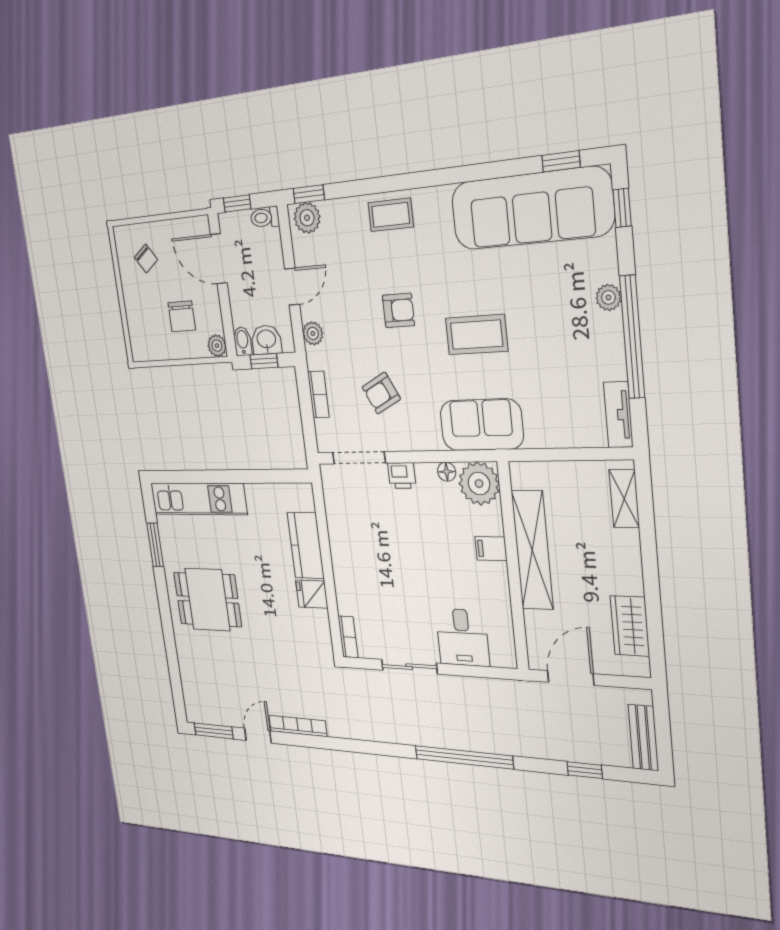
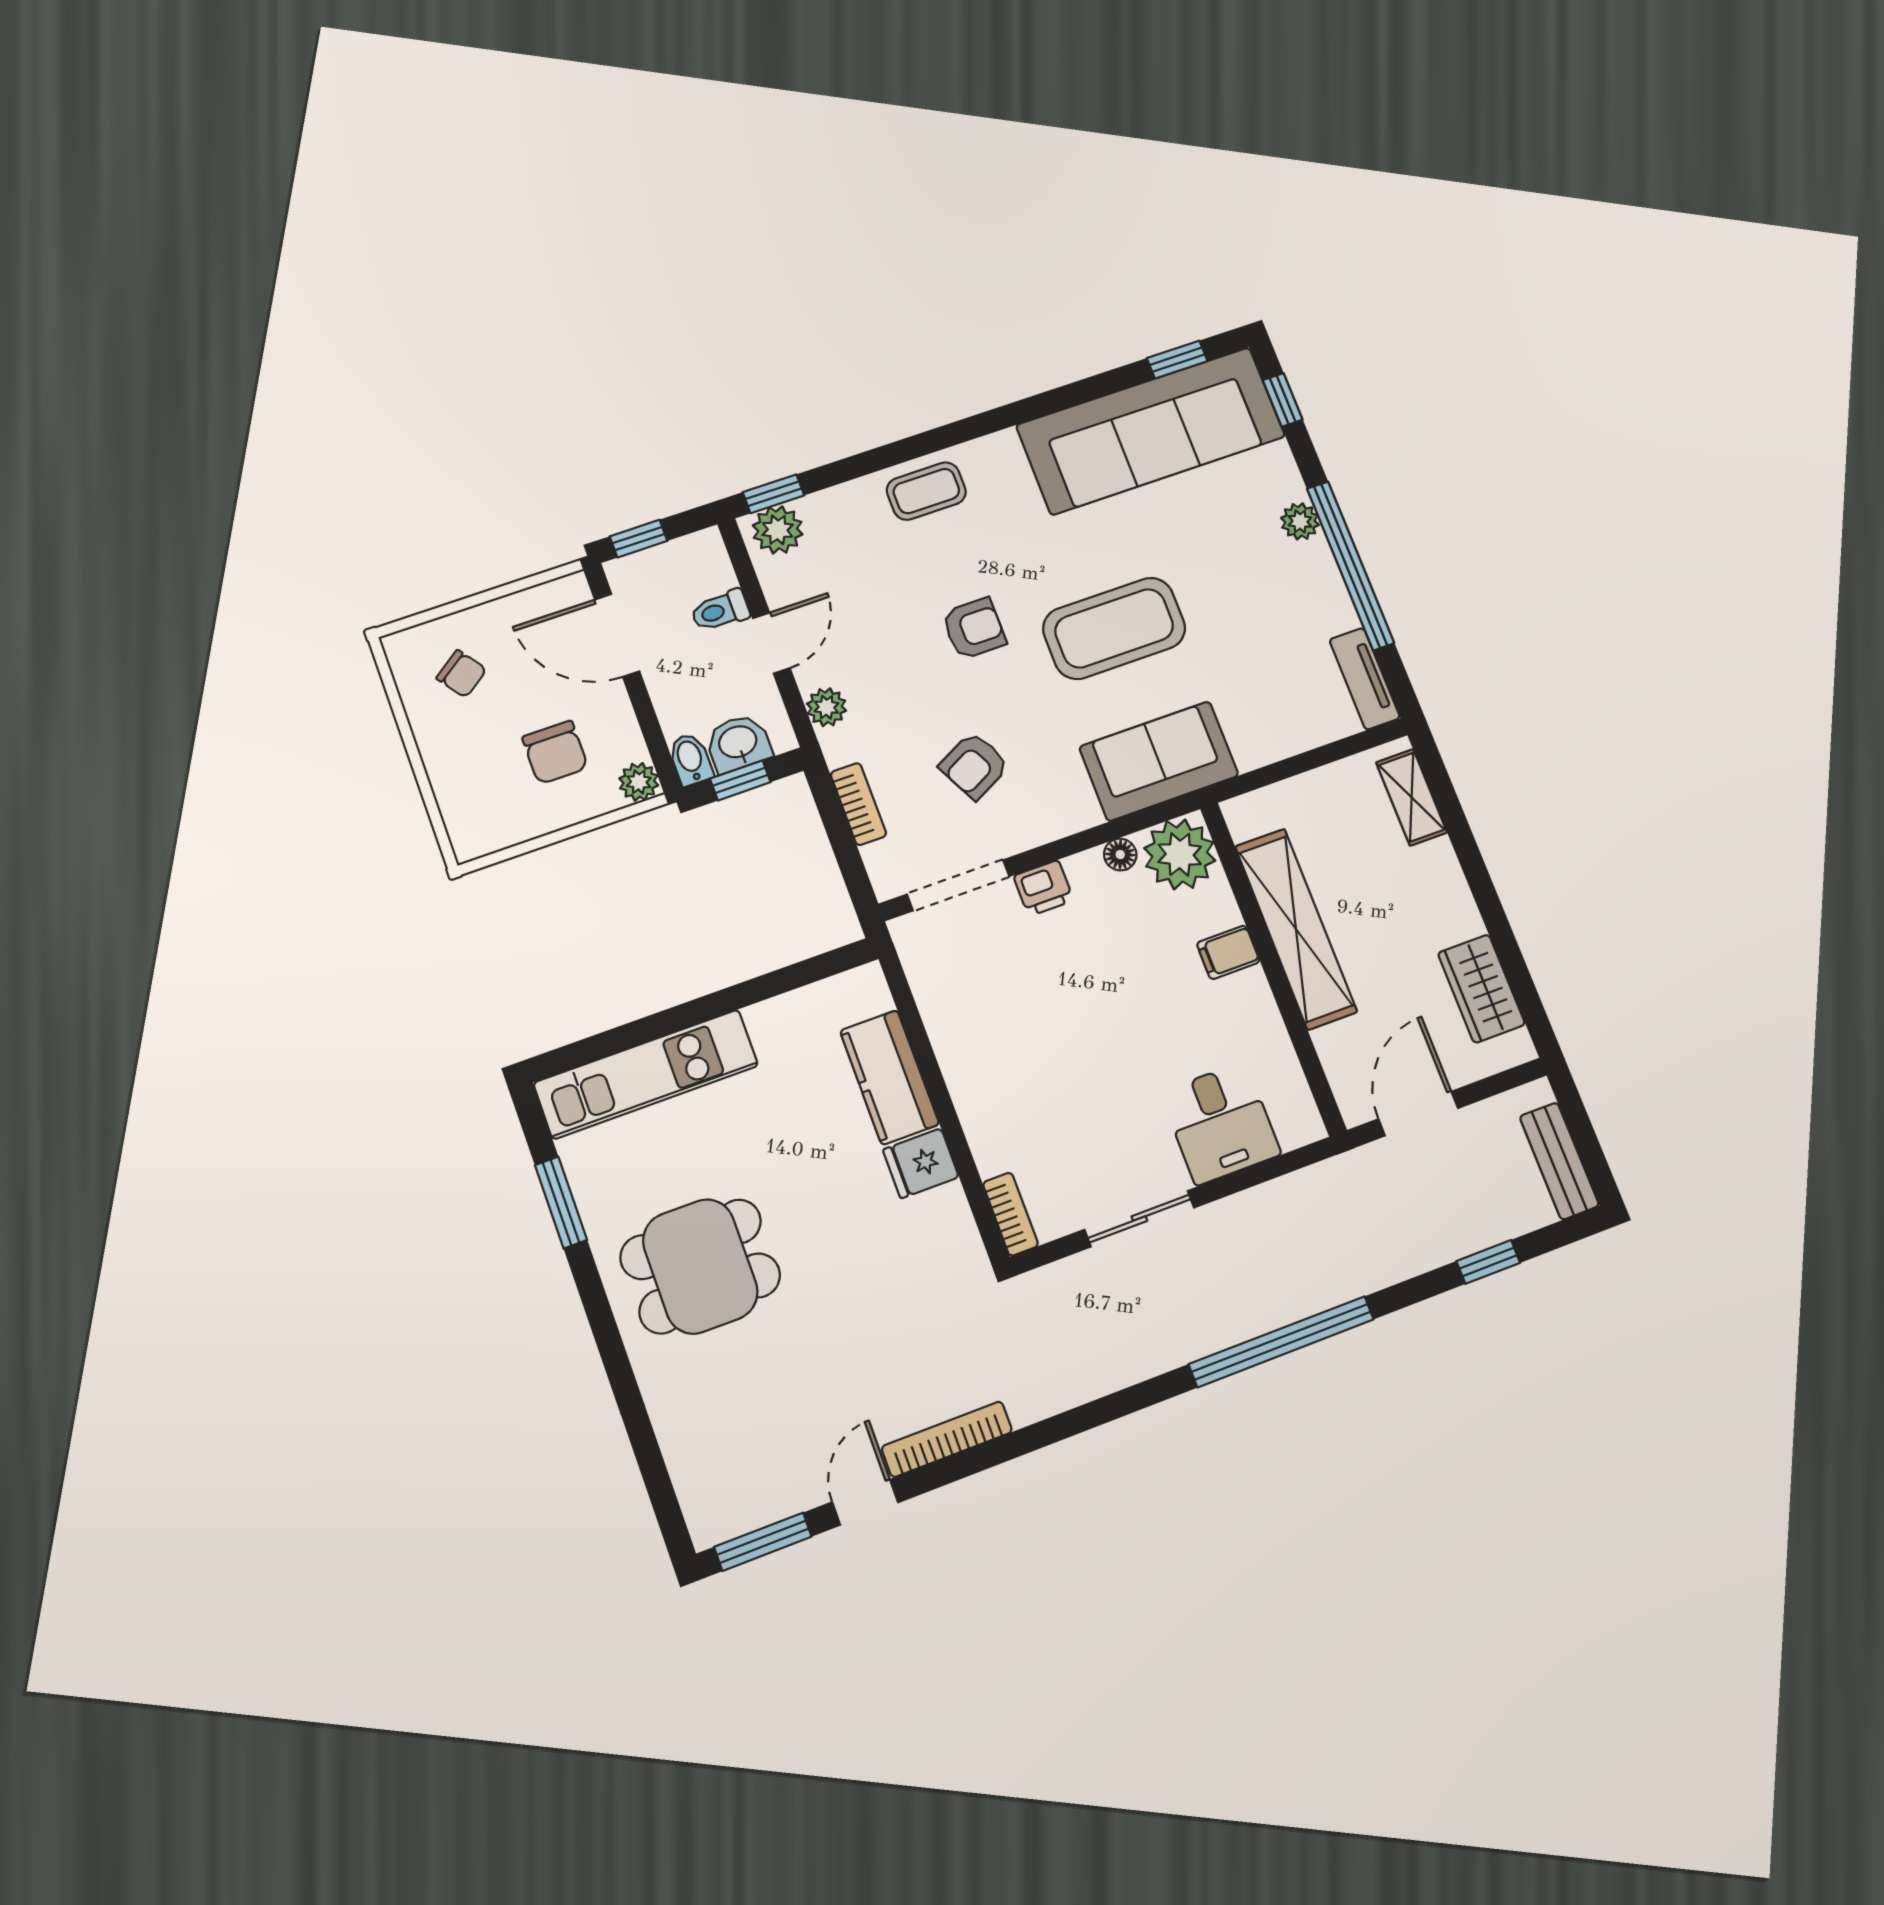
toilet: (265, 217) -> (720, 611), moved
coffee table: (477, 335) -> (1114, 628), width x1.36, depth x1.32

